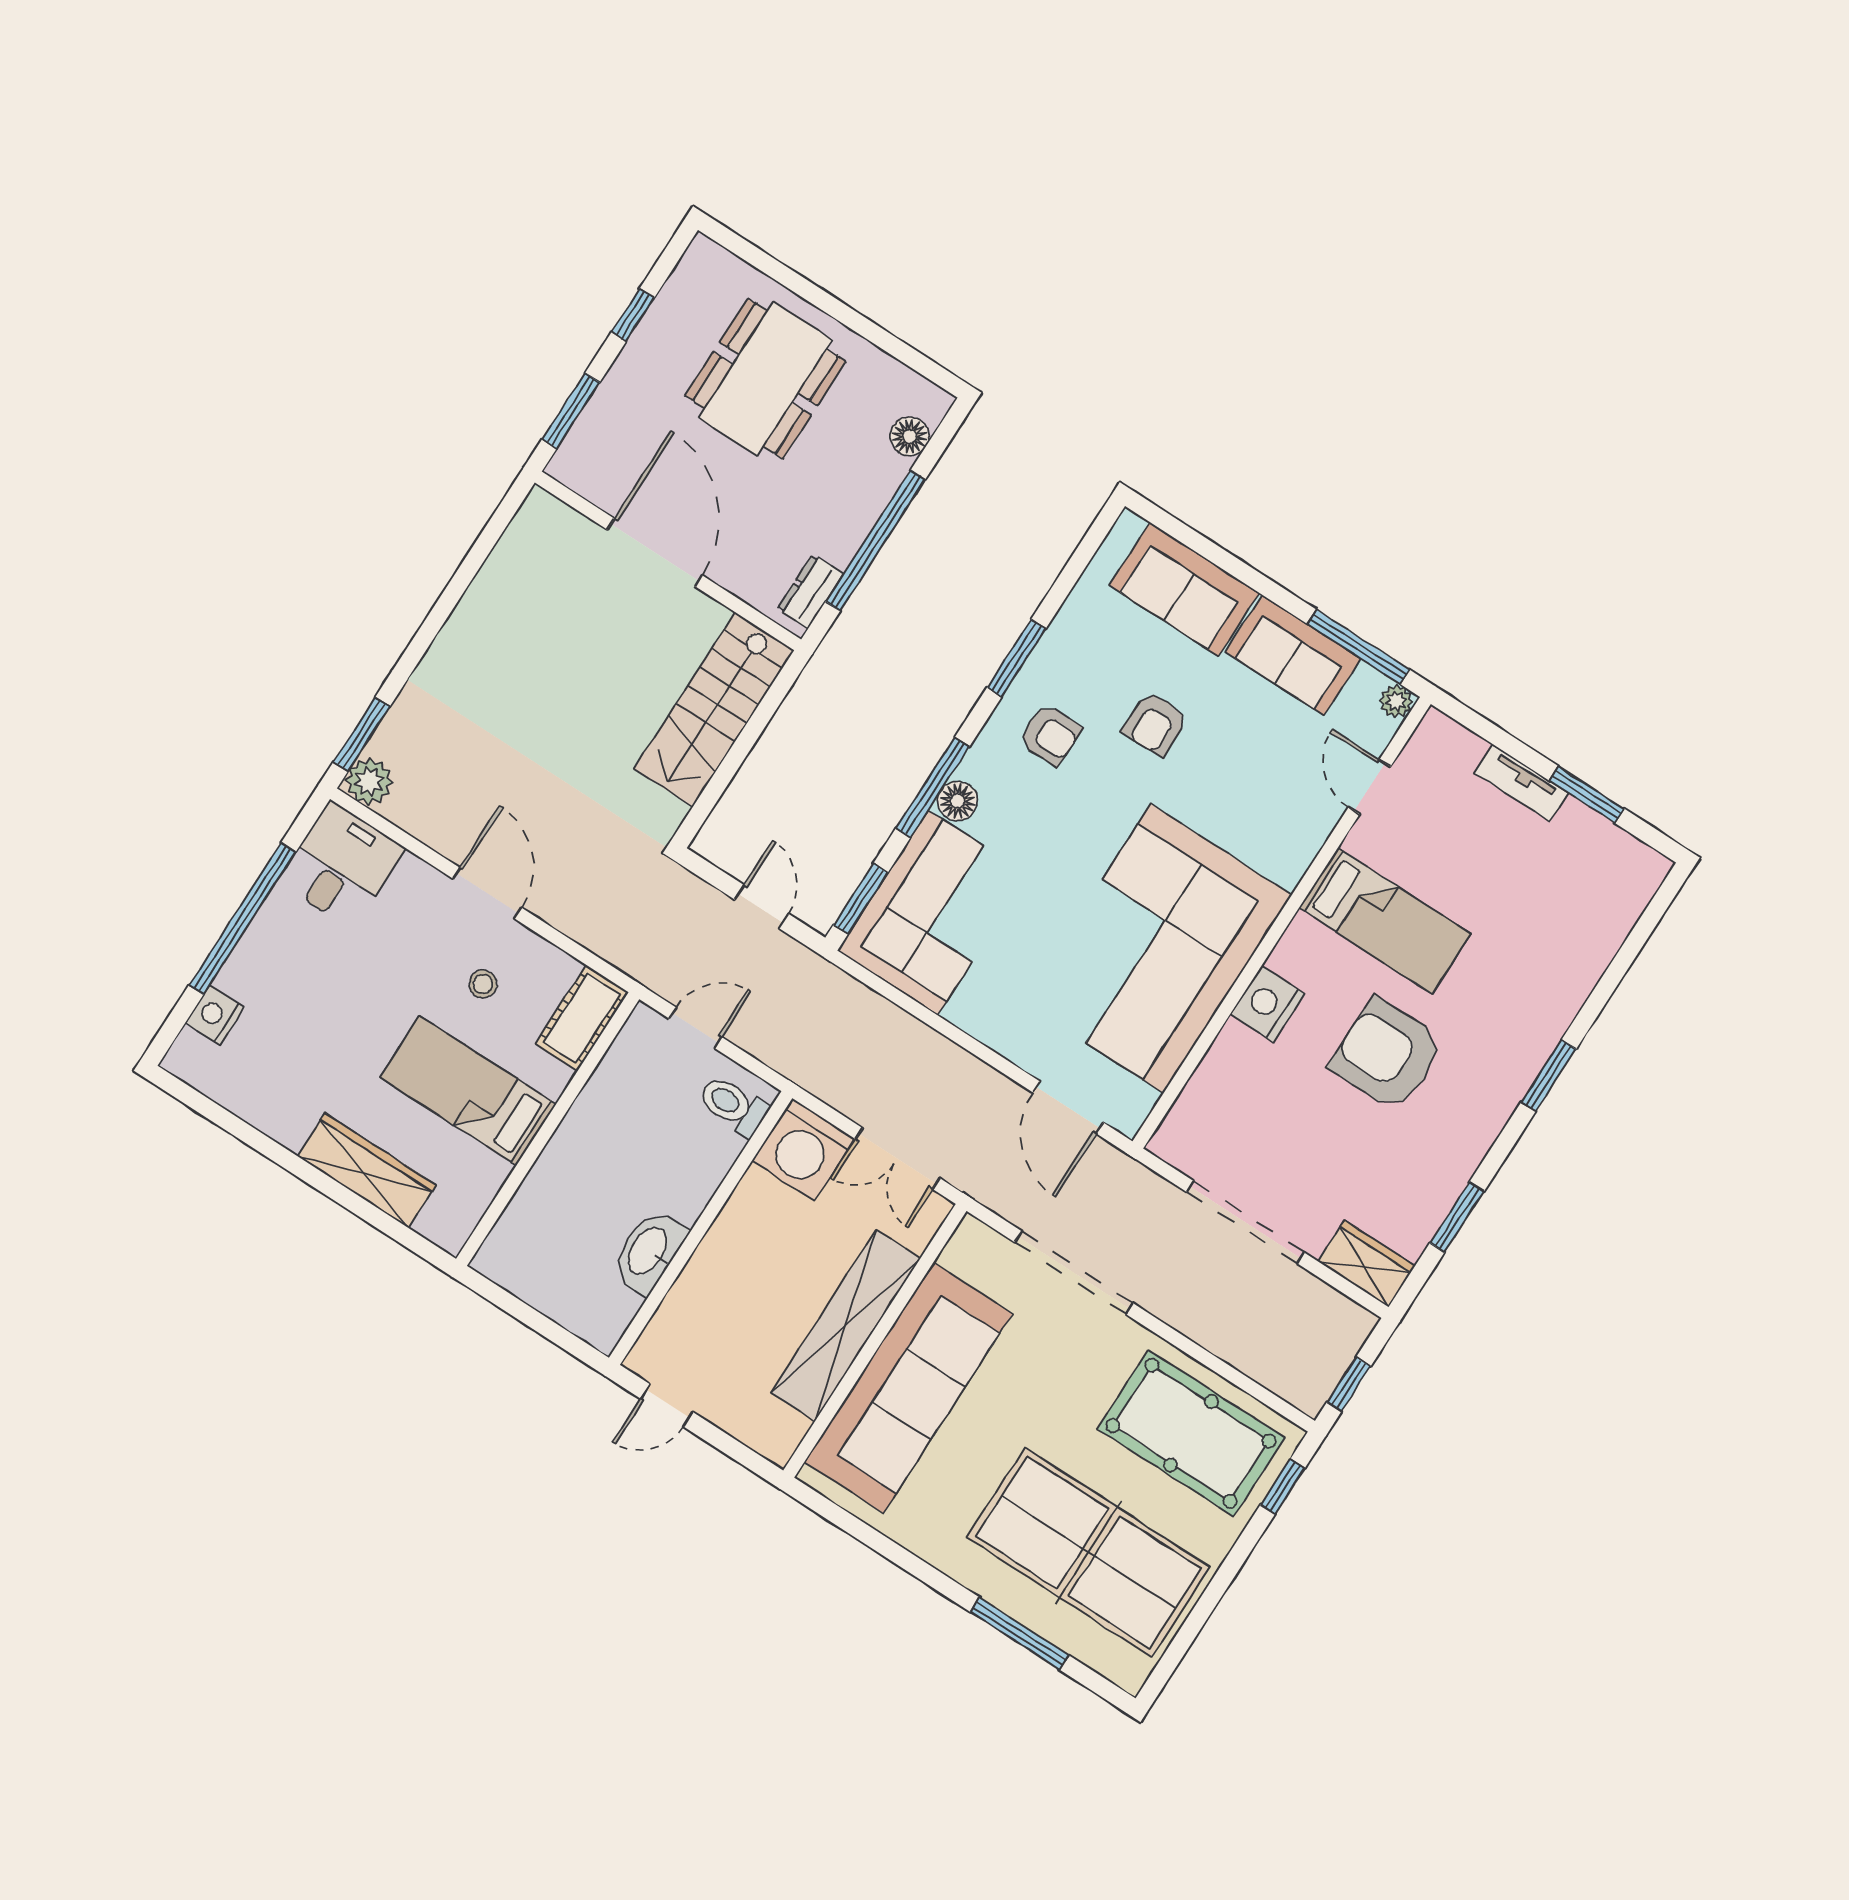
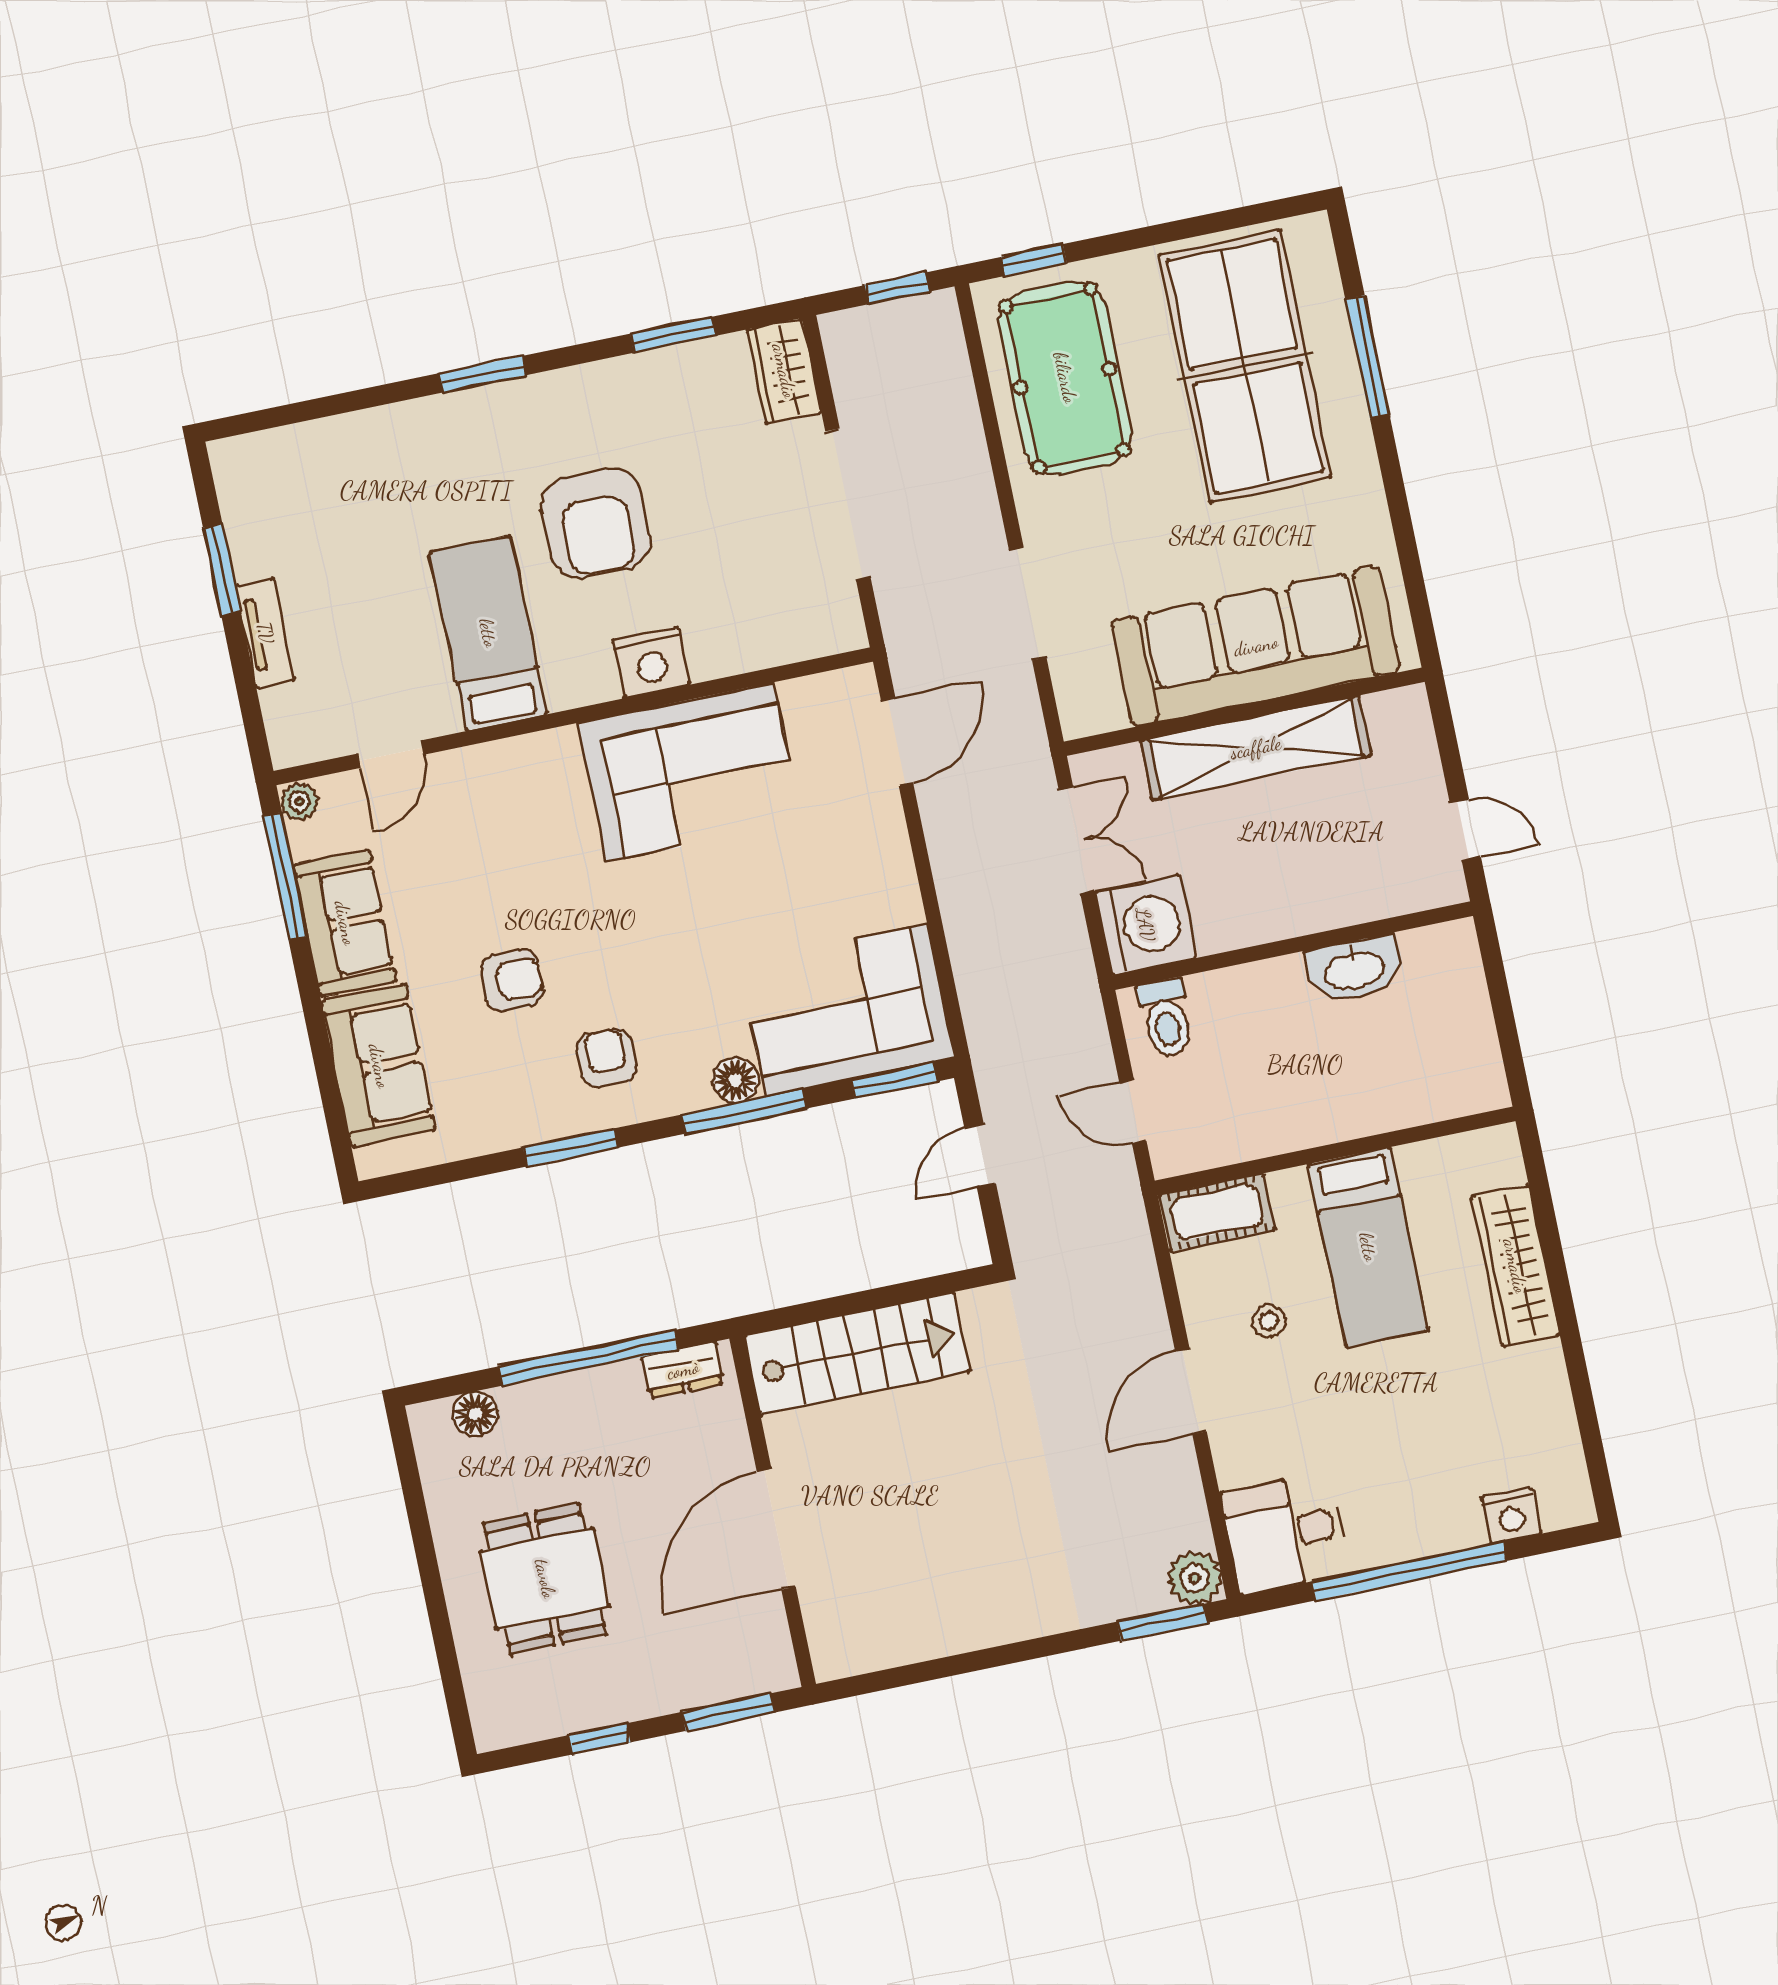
dining table: (765, 379) -> (545, 1579), width x0.73
corner sofa: (1157, 949) -> (690, 772), width x0.73, depth x0.74
doorway: (1074, 1273) -> (1028, 604), width x0.73

